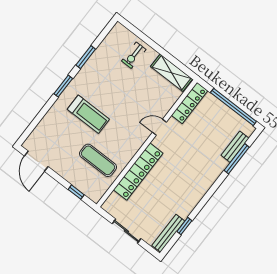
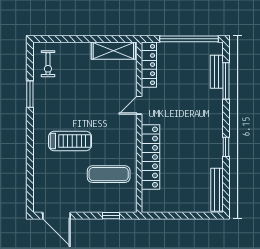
exercise bike: (134, 55) -> (48, 64), moved
window: (63, 86) -> (30, 134), removed
window: (184, 226) -> (226, 147), moved
sliding door: (126, 231) -> (180, 216), removed

